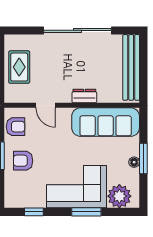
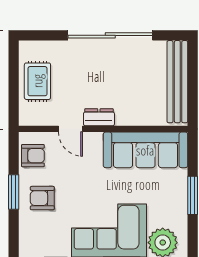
dresser: (84, 96) -> (99, 117), moved
floor lamp: (134, 162) -> (181, 200), removed

